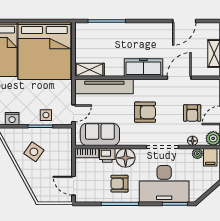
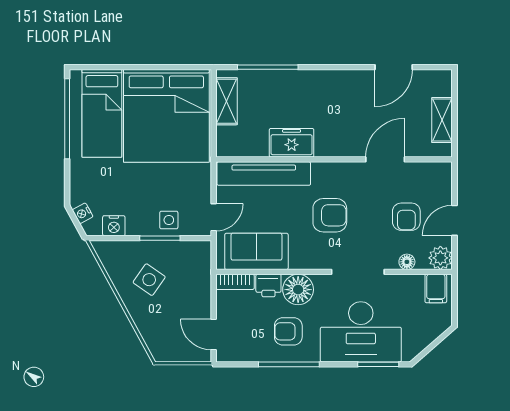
freezer: (143, 67) -> (292, 143), moved, width x0.71
shelving: (89, 70) -> (226, 101), moved, turned 90
plant: (197, 154) -> (415, 283), removed

